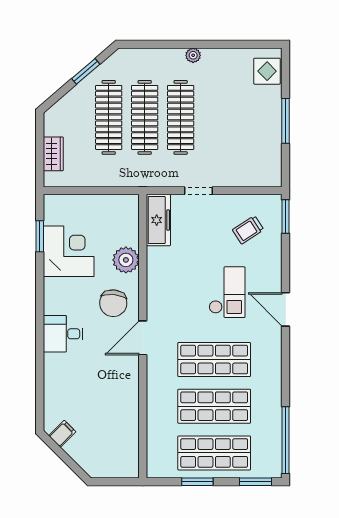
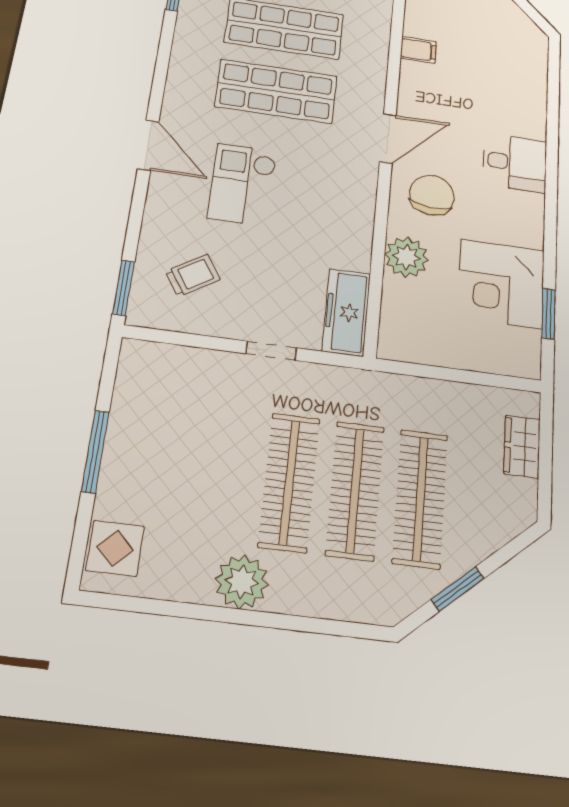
plant: (193, 55) -> (242, 582), width x1.87, depth x1.87
filing cabinet: (62, 434) -> (418, 50), moved, turned -135

